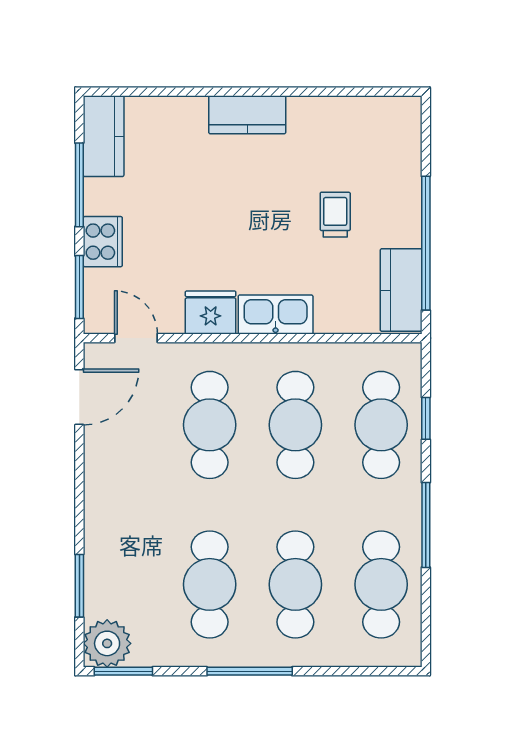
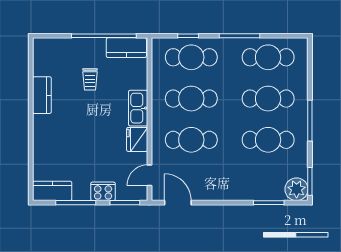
kitchen counter: (247, 115) -> (42, 95), moved
trolley: (335, 215) -> (90, 79), turned -90

